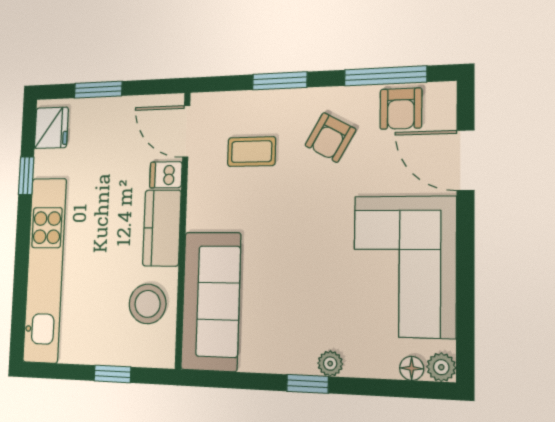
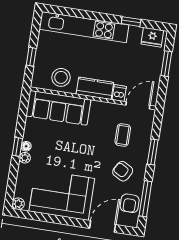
armchair: (401, 109) -> (130, 203), turned -90
floor lamp: (412, 368) -> (26, 146), moved

